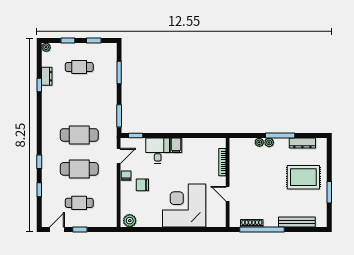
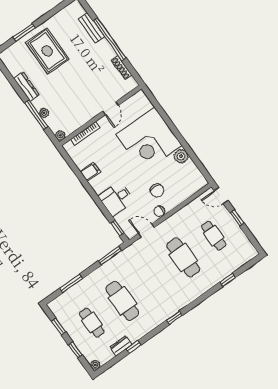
cafe table: (79, 135) -> (122, 301), moved
window: (280, 136) -> (36, 115), moved
plant: (269, 142) -> (60, 135), moved
dresser: (302, 143) -> (26, 87), moved
filing cabinet: (176, 145) -> (90, 172), moved
window: (39, 162) -> (174, 318), moved
window: (329, 192) -> (24, 32), moved
plant: (130, 221) -> (181, 156), moved
bench: (297, 222) -> (91, 28), width x0.73
door: (57, 229) -> (221, 196), moved
window: (262, 229) -> (110, 39), moved

